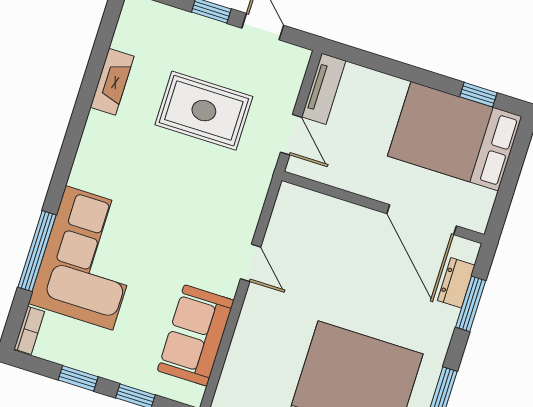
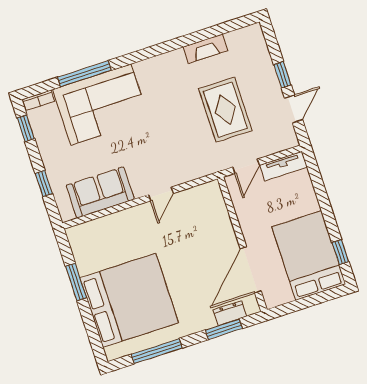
window: (78, 378) -> (26, 128), moved

